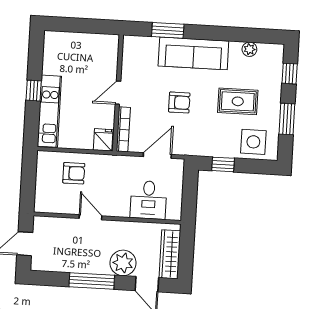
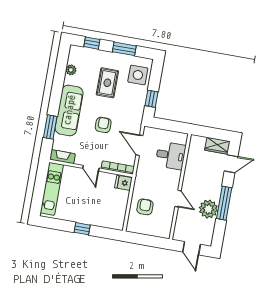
fireplace: (129, 52) -> (62, 157), added
kitchen unit: (49, 111) -> (52, 189), moved, turned 90
door: (90, 217) -> (178, 199), swing flipped
wardrobe: (170, 254) -> (217, 146), width x0.67
plant: (123, 263) -> (208, 209), moved

